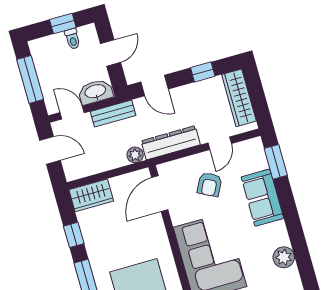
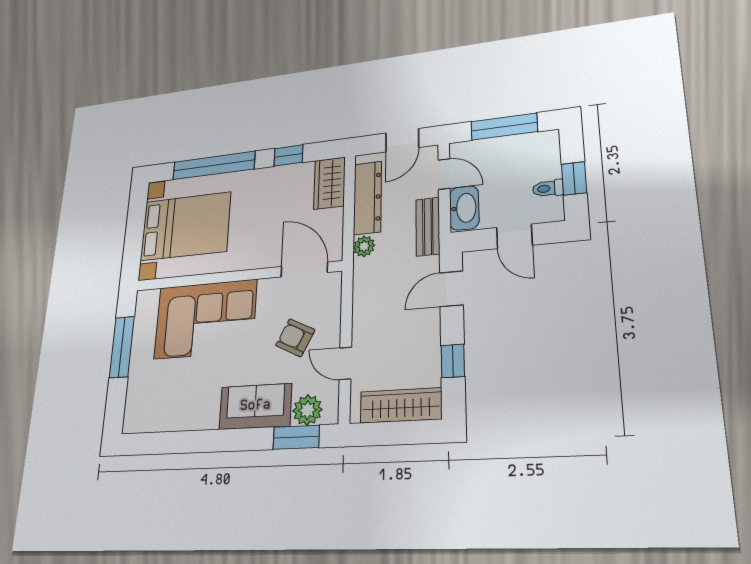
door: (72, 113) -> (444, 174), hinge flipped
dresser: (171, 143) -> (368, 198), moved
plant: (284, 257) -> (307, 410), moved

